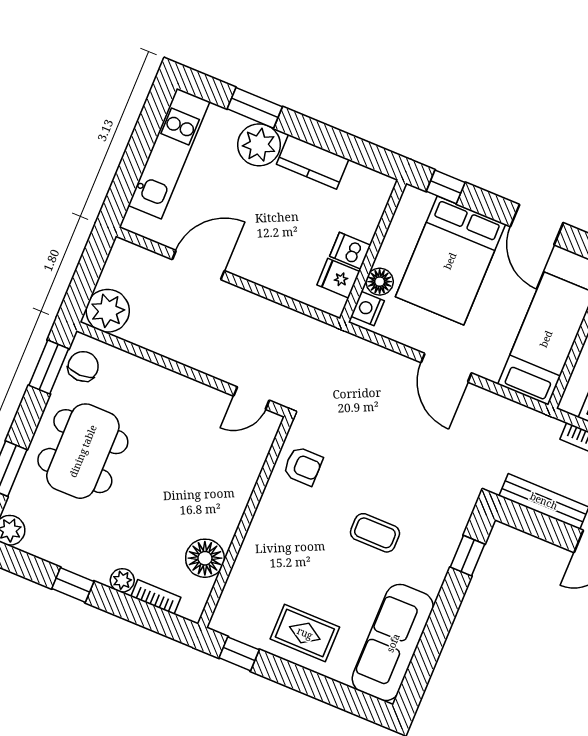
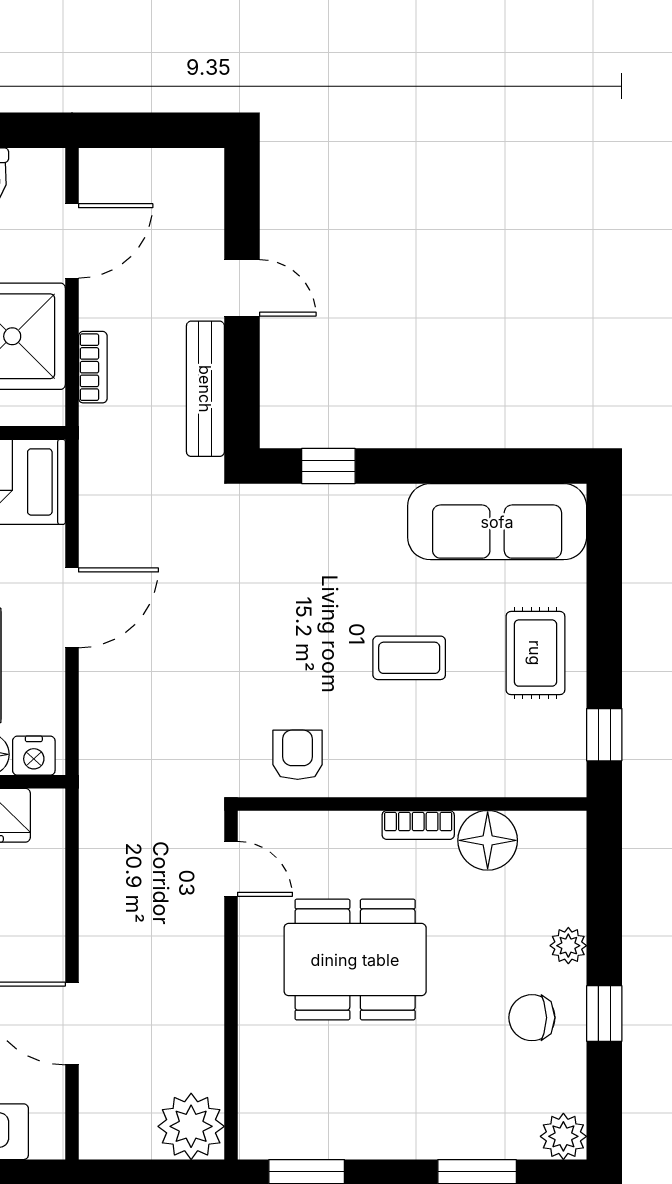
chair: (83, 366) -> (532, 1018), moved
dining table: (83, 451) -> (355, 960), moved
coffee table: (375, 533) -> (409, 658), moved, turned 90
bookcase: (156, 597) -> (418, 825), moved, turned -90

